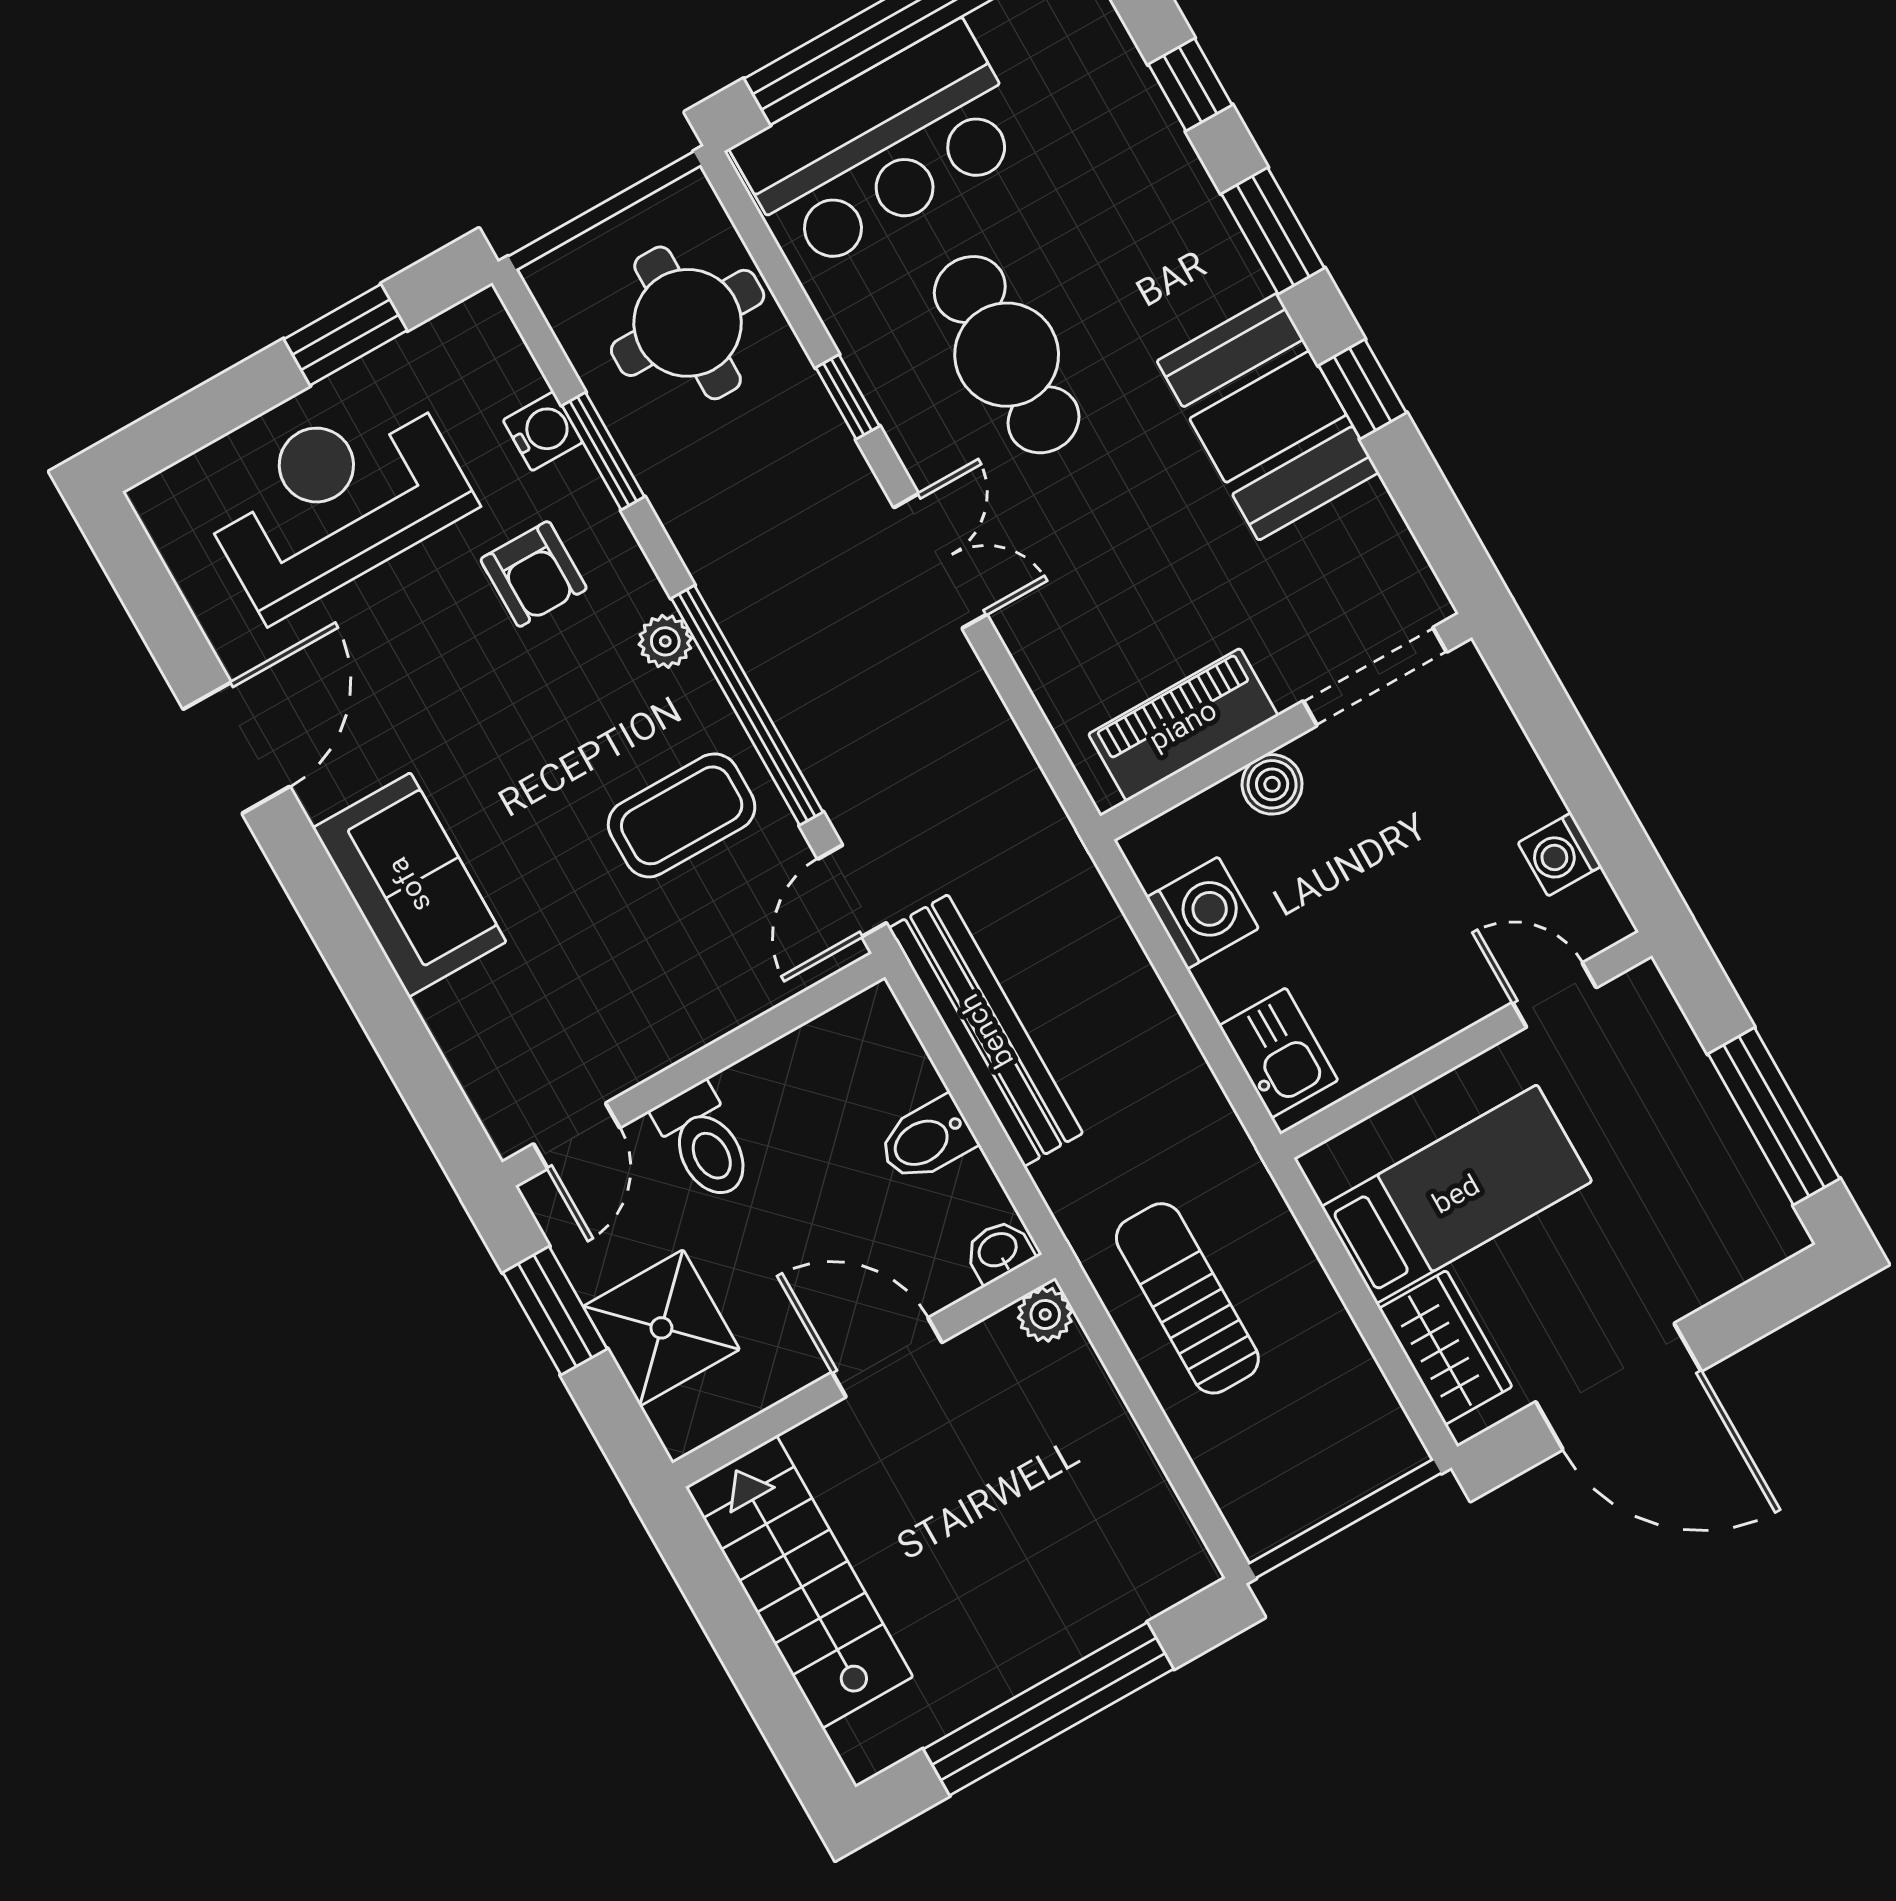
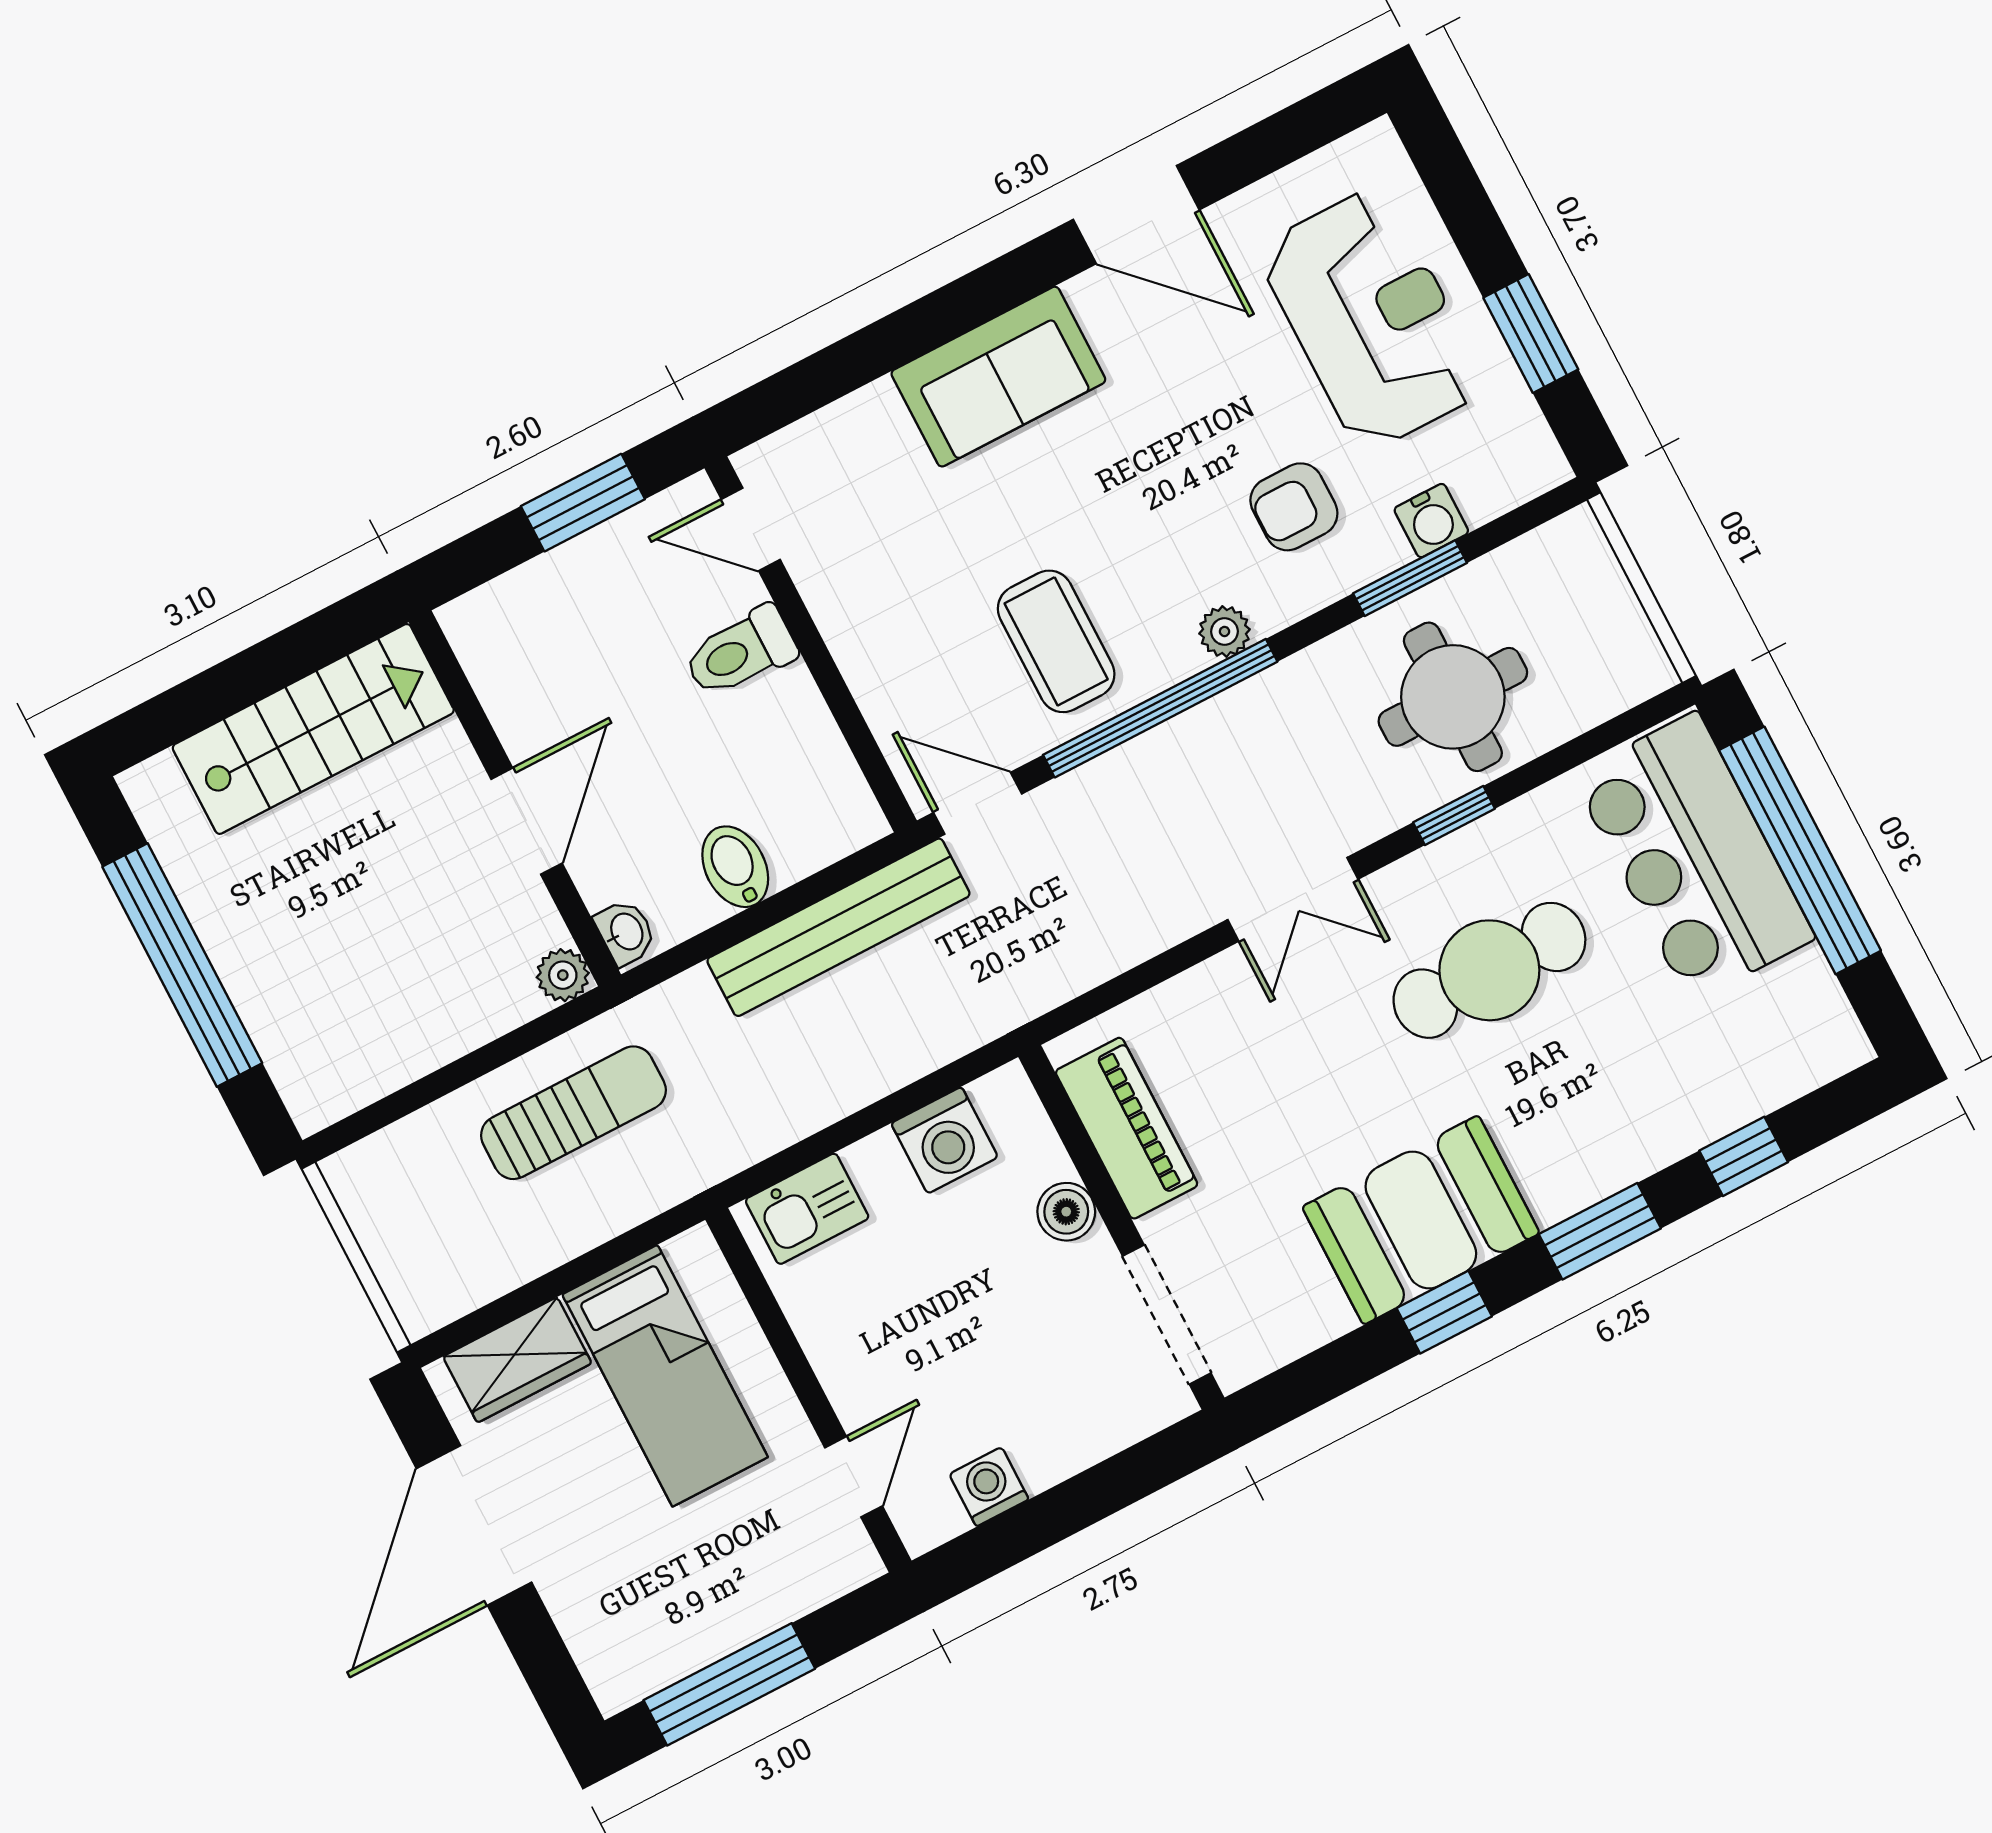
round table: (688, 323) -> (1453, 697), moved
shower: (661, 1328) -> (563, 605), removed

